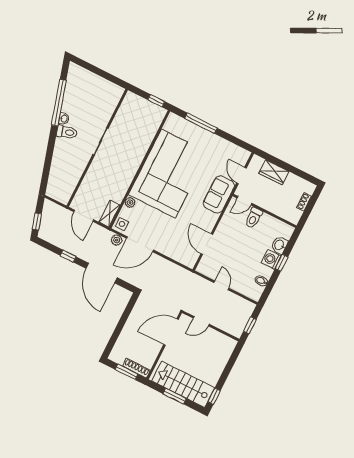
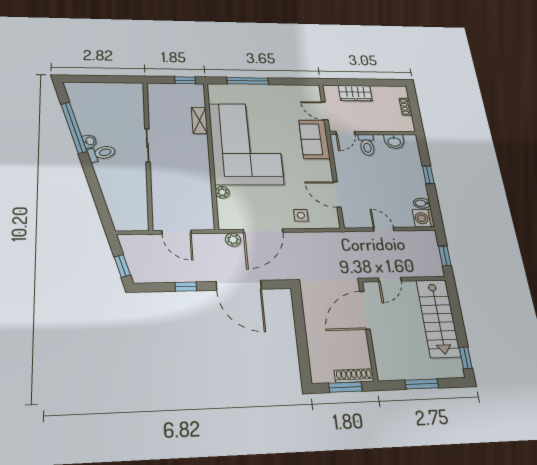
shelving: (110, 214) -> (199, 120), moved
side table: (122, 224) -> (301, 215), moved
washbasin: (279, 245) -> (394, 142), moved, turned -90
washing machine: (271, 259) -> (423, 218), moved
stairs: (183, 384) -> (438, 318), moved, turned -90

